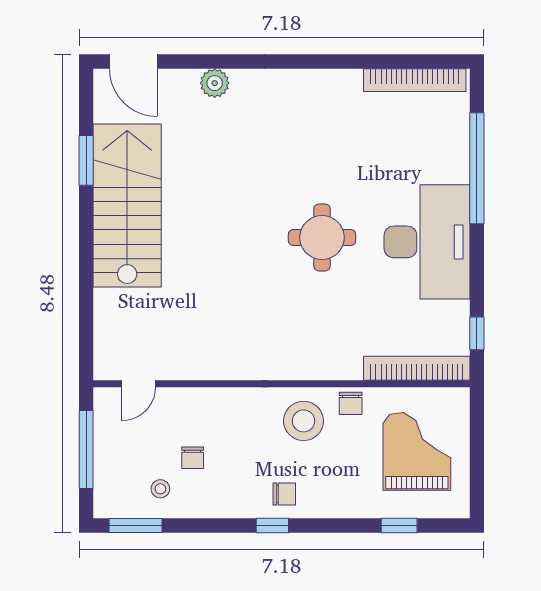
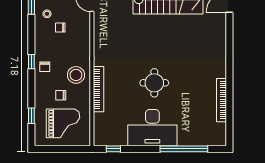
bookcase: (415, 80) -> (221, 100), moved
plant: (215, 83) -> (220, 37), removed
bookcase: (417, 368) -> (98, 89), moved
chair: (351, 403) -> (61, 95), moved

